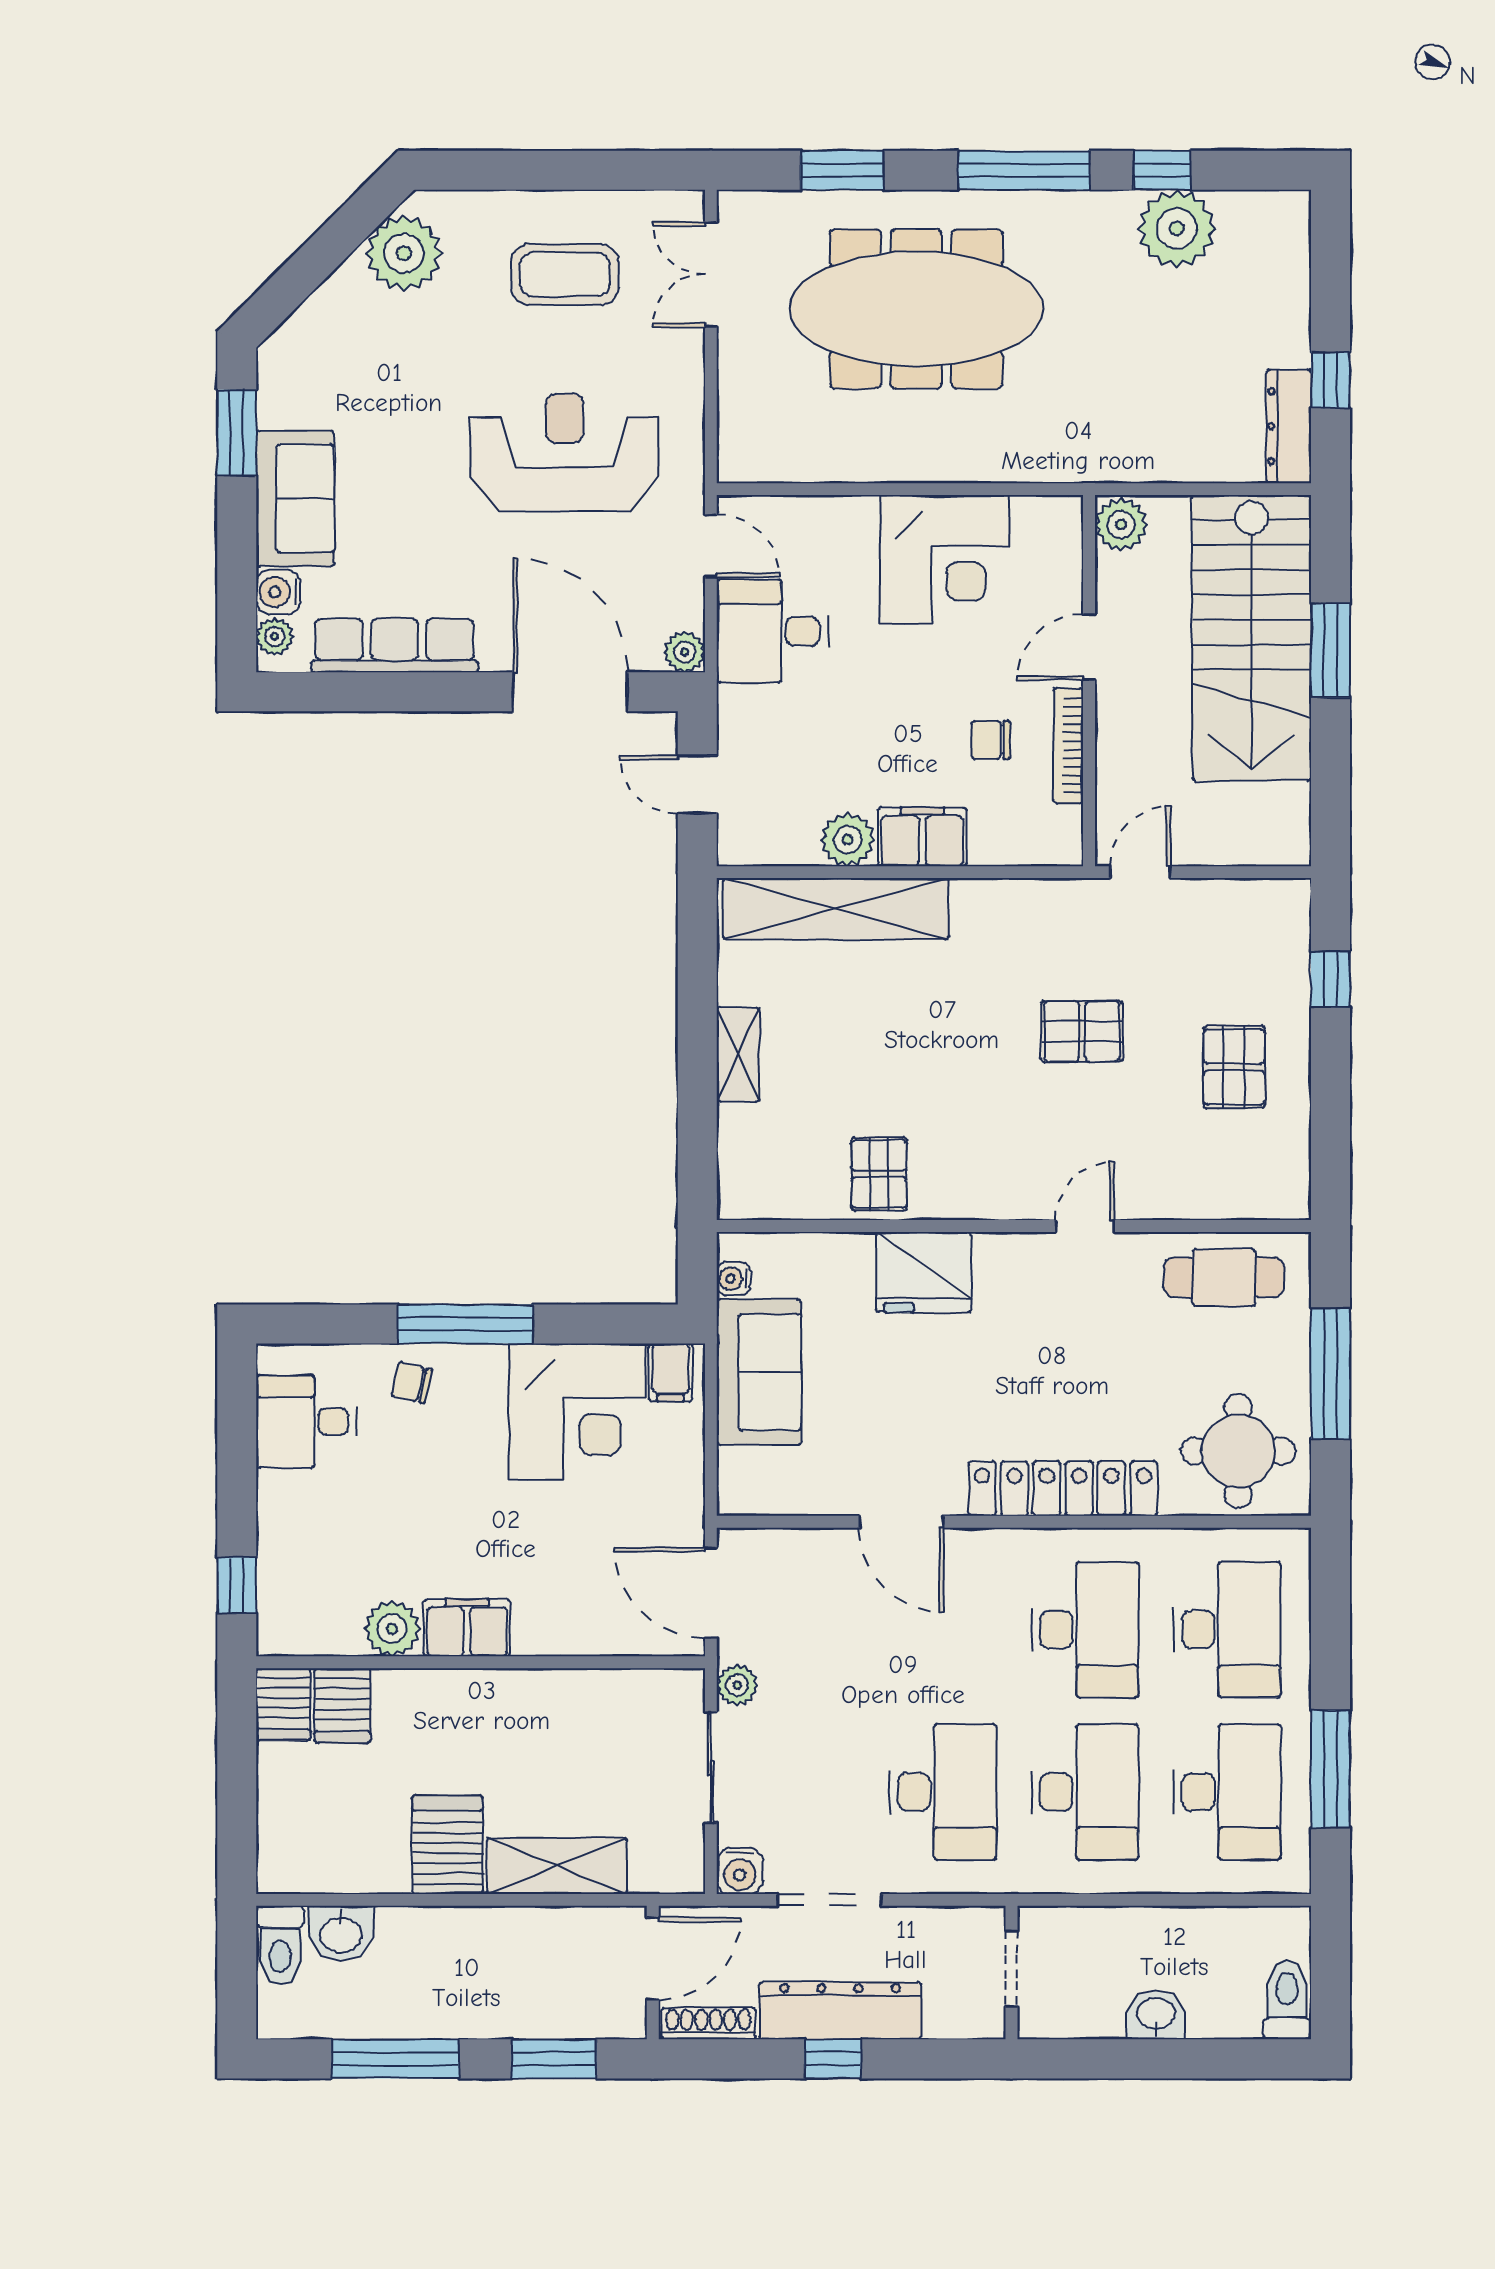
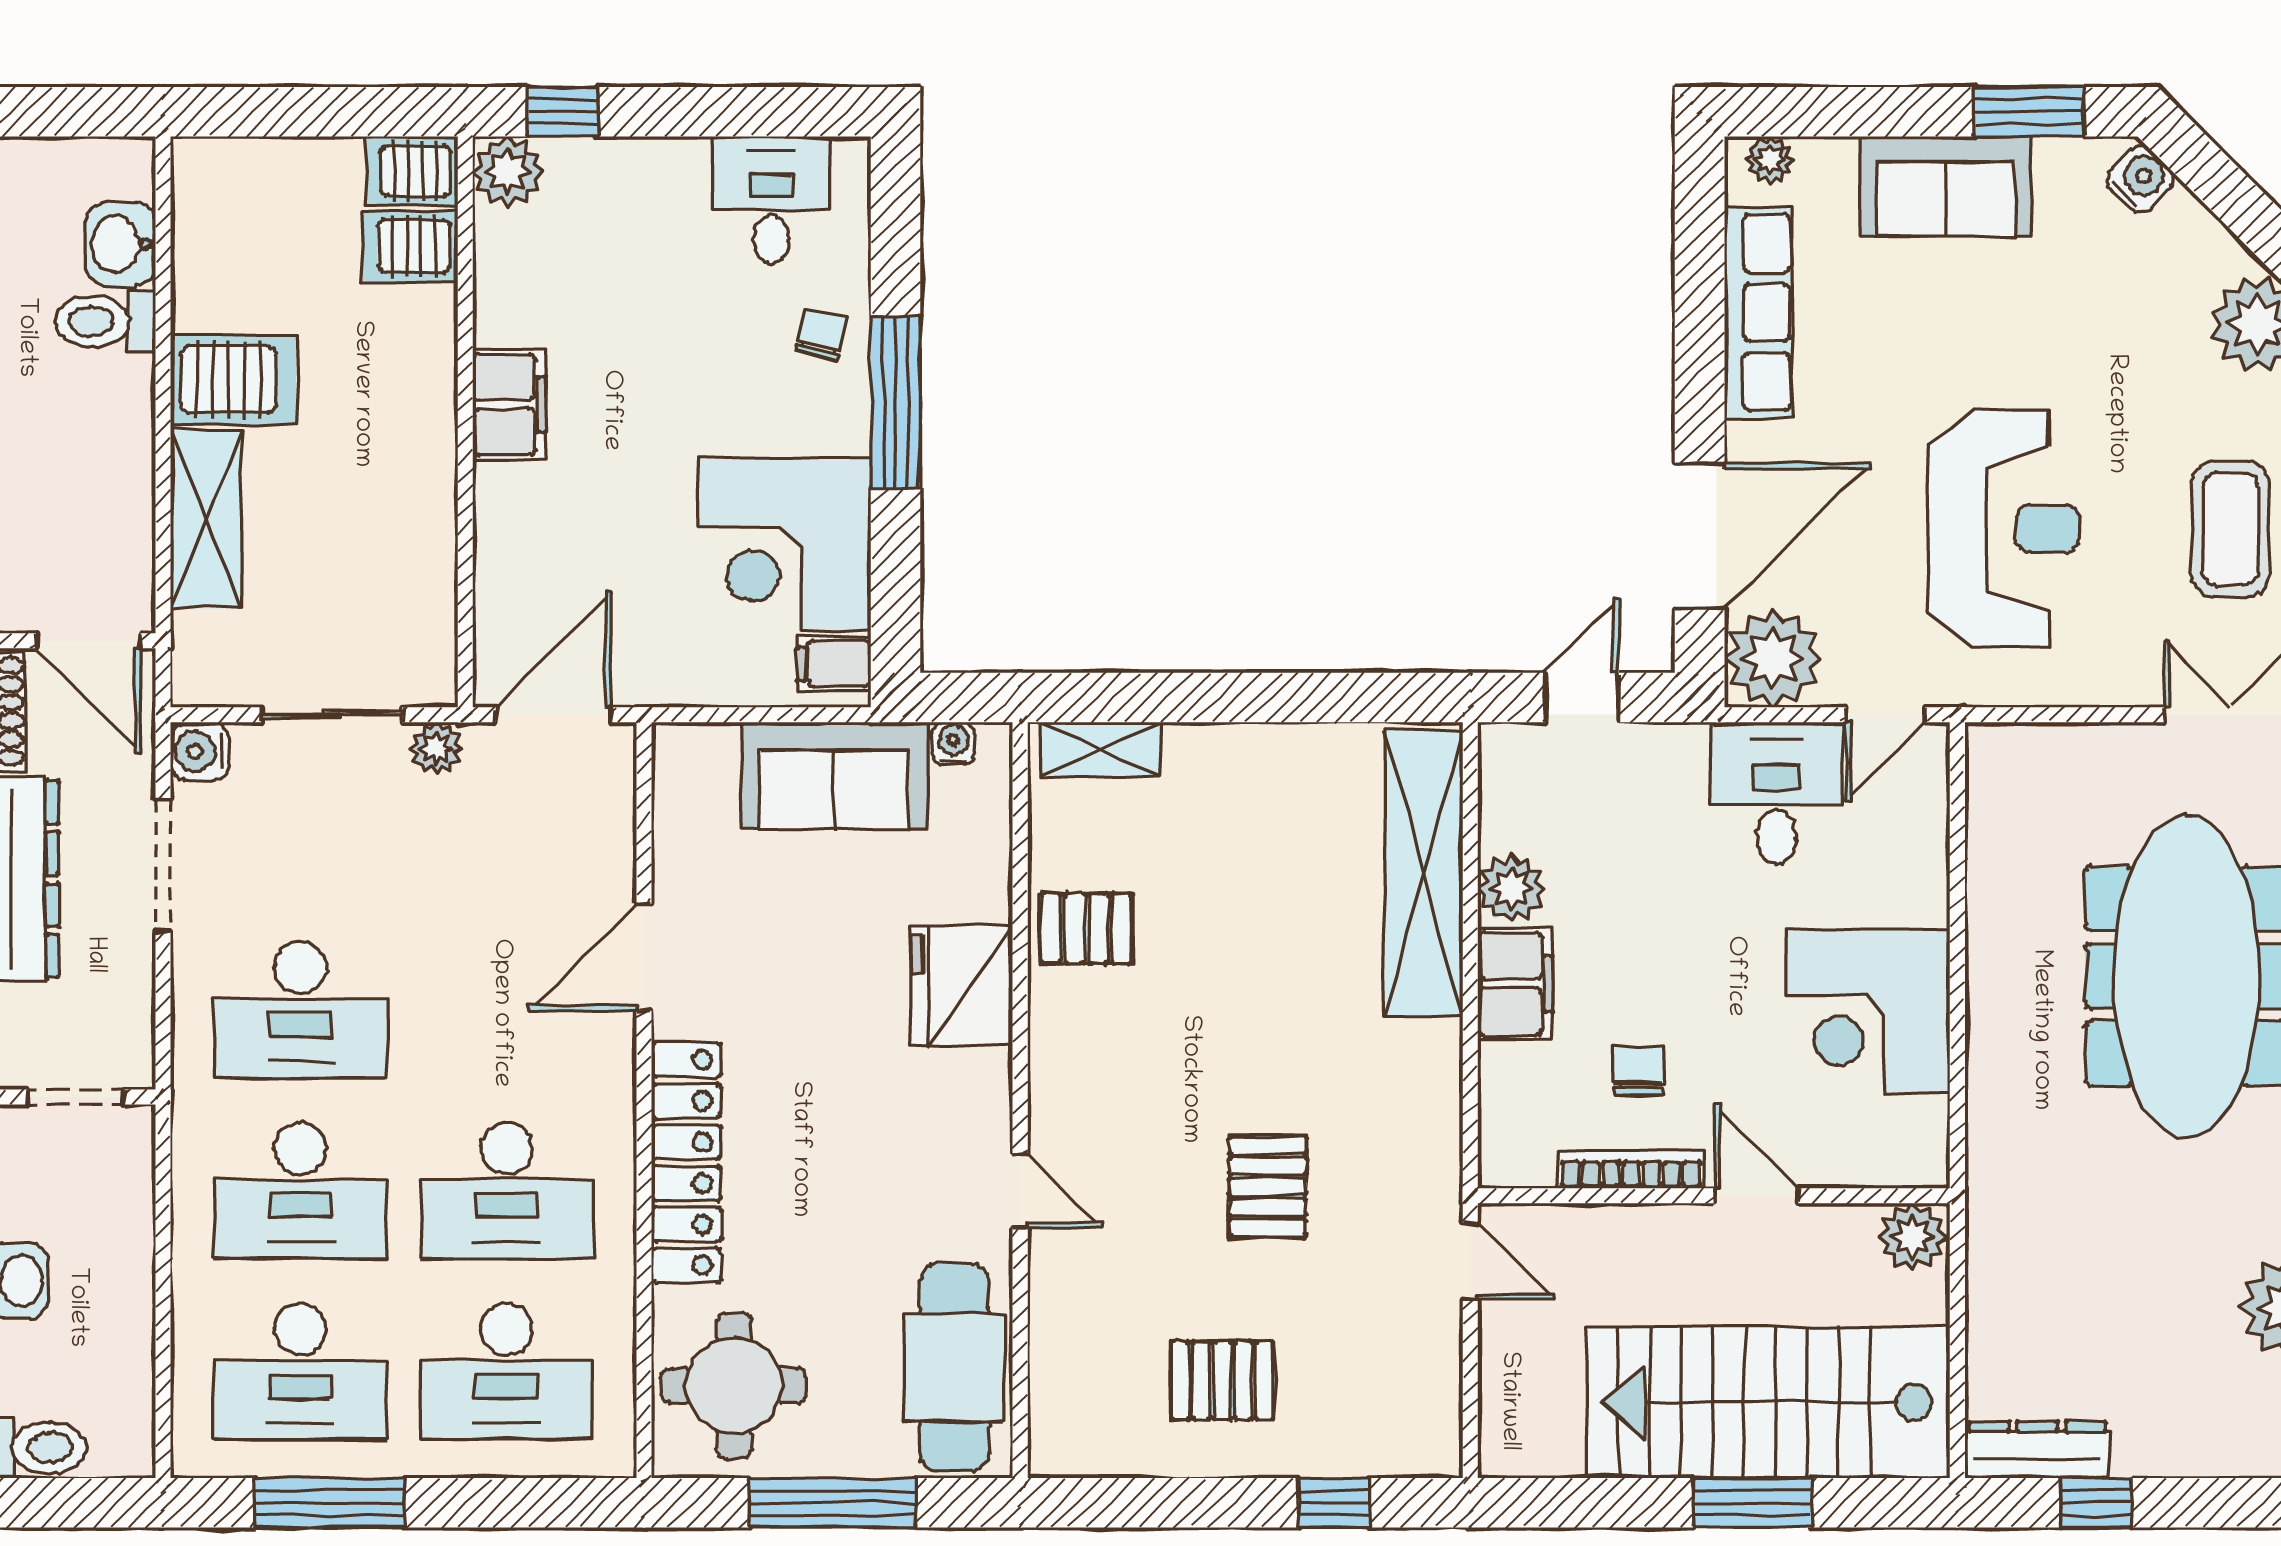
water cooler: (278, 592) -> (2141, 179), moved, turned 45
plant: (685, 652) -> (1773, 658), width x1.87, depth x1.87
shelving: (738, 1055) -> (1101, 749), moved
cafe table: (1224, 1278) -> (955, 1367), width x1.37, depth x1.35
plant: (392, 1629) -> (508, 172), moved
toilet: (280, 1945) -> (105, 321), moved

